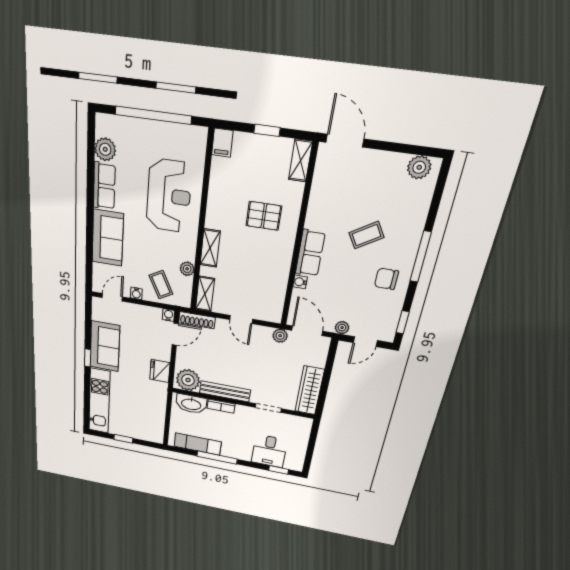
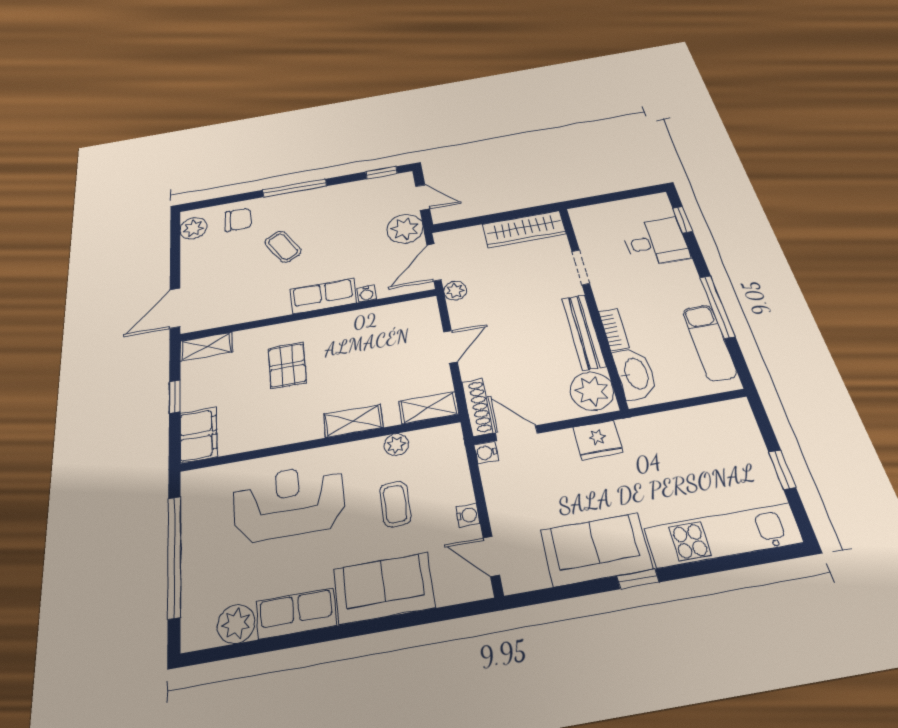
filing cabinet: (222, 143) -> (198, 435), width x2.00
chair: (386, 279) -> (238, 220), moved, turned -90
coffee table: (161, 285) -> (395, 504), moved, turned -62
plant: (342, 328) -> (405, 229), width x1.87, depth x1.87

